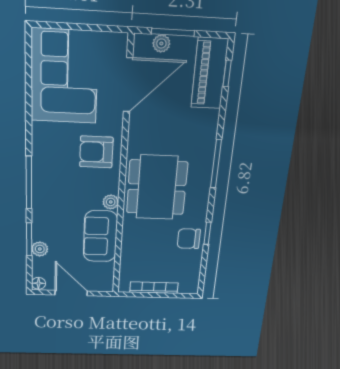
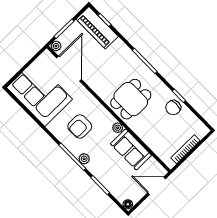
plant: (161, 43) -> (56, 46), moved
armchair: (96, 152) -> (80, 127), moved
dining table: (157, 187) -> (131, 99), width x0.73
plant: (40, 249) -> (84, 159), moved
door: (71, 293) -> (157, 186), moved

